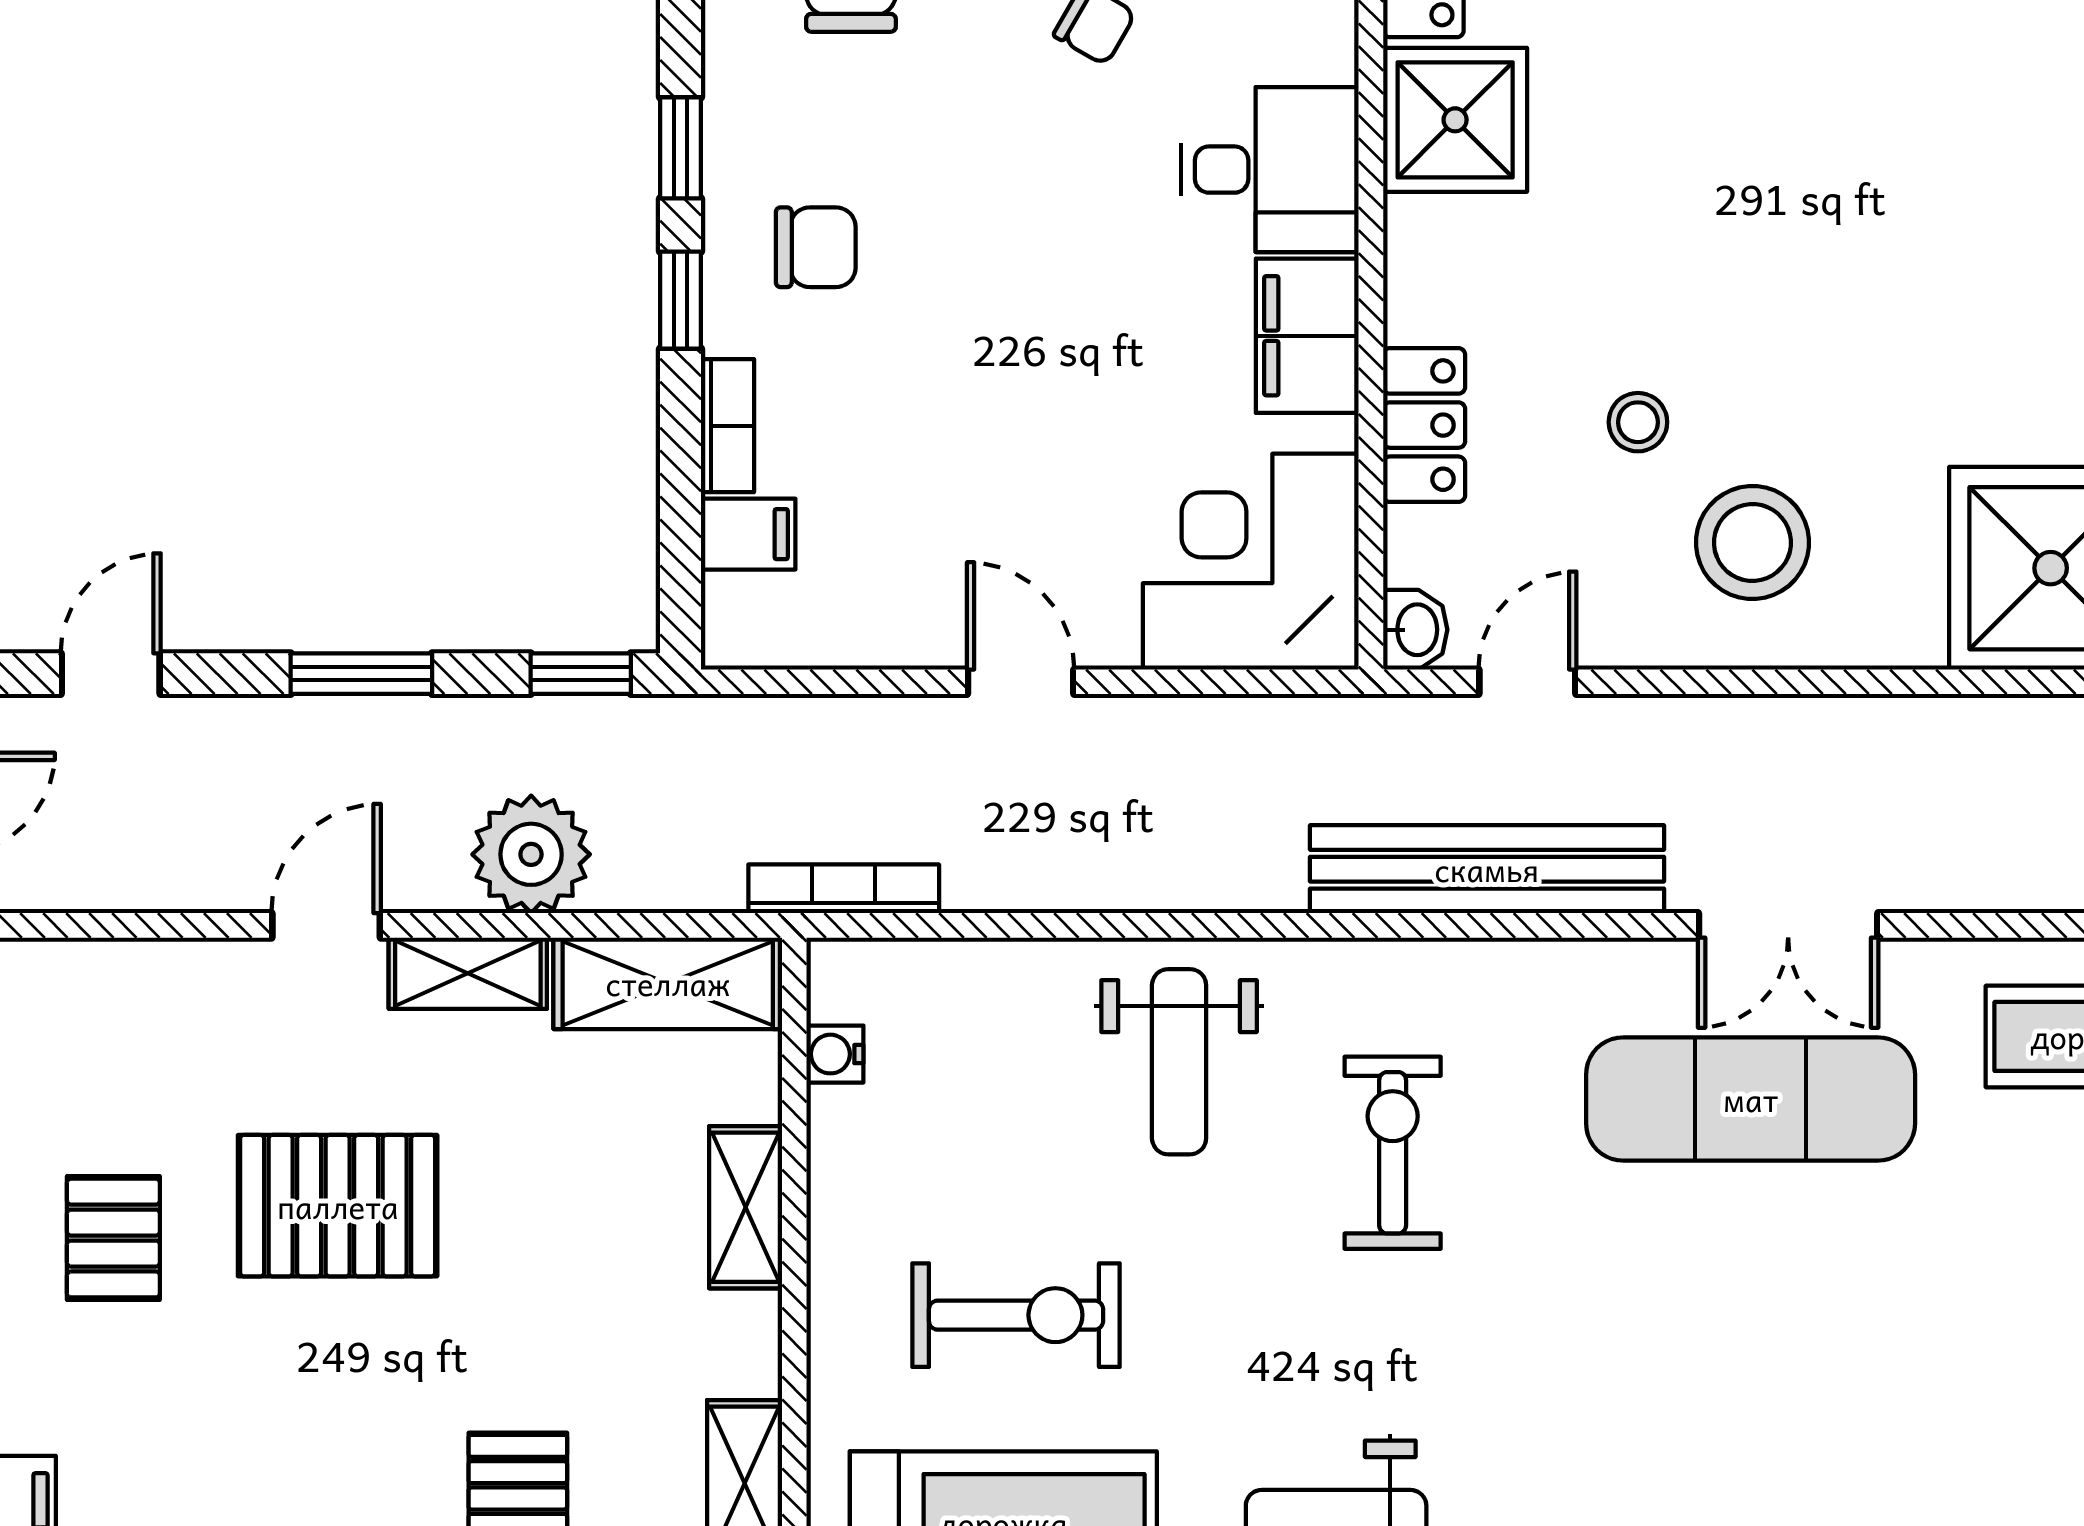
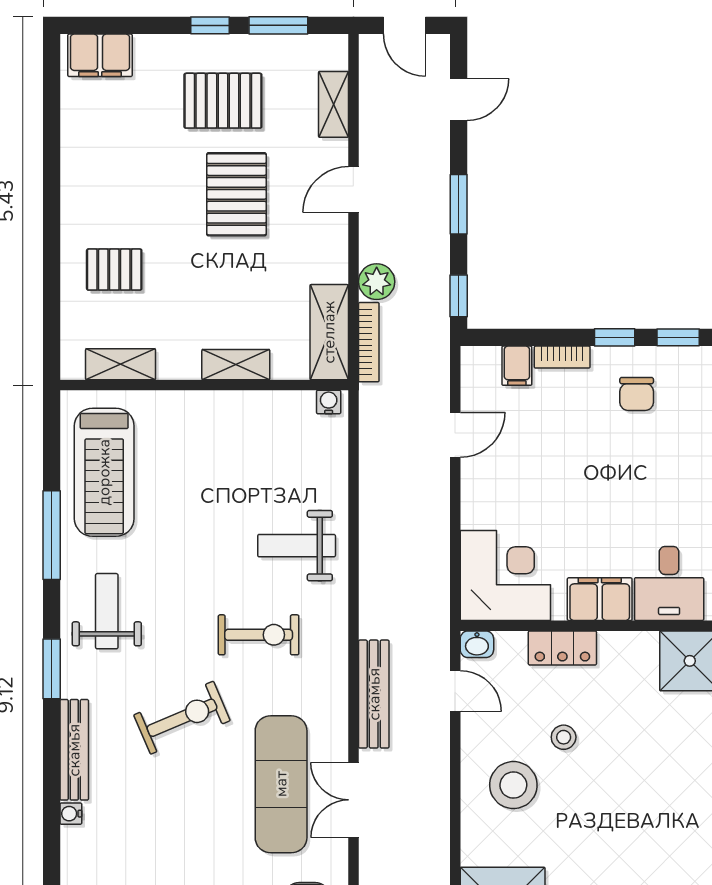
door: (111, 674) -> (459, 100), hinge flipped
door: (1021, 682) -> (455, 435), moved
plant: (531, 854) -> (377, 282), width x0.73, depth x0.73
bench: (1487, 869) -> (374, 694), width x0.73, depth x0.82
bookcase: (844, 889) -> (369, 342), moved
door: (326, 925) -> (353, 189), swing flipped
shelving: (468, 973) -> (334, 104), moved
water cooler: (835, 1054) -> (329, 402), moved
pallet: (113, 1238) -> (223, 101), width x1.50, depth x1.42
exercise bike: (1016, 1315) -> (182, 718), moved, turned -113

